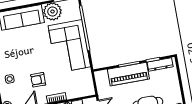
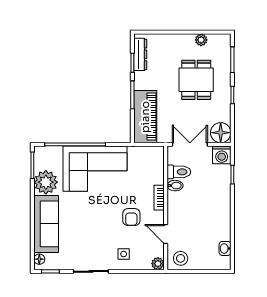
piano: (128, 74) -> (145, 117), moved

